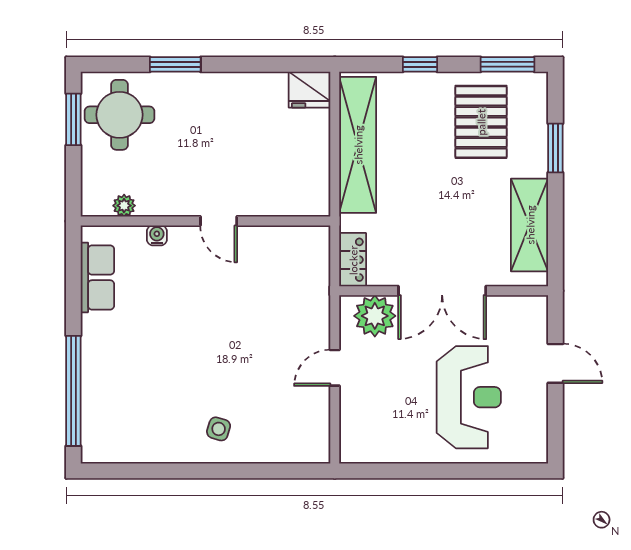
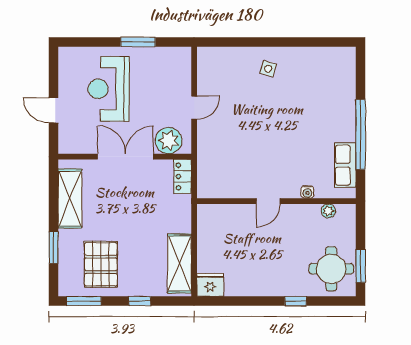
window: (175, 64) -> (296, 301), width x0.67
shelving: (358, 145) -> (179, 263), width x0.68
door: (219, 221) -> (268, 201), swing flipped
window: (73, 391) -> (361, 134), moved
window: (423, 471) -> (138, 42), added

